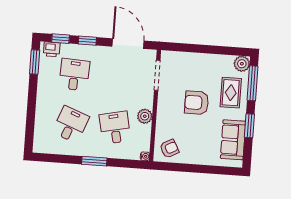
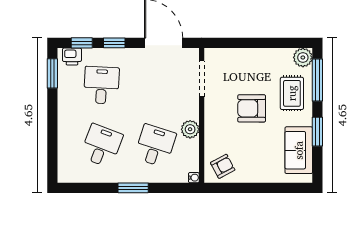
desk: (115, 128) -> (155, 146), turned 30

